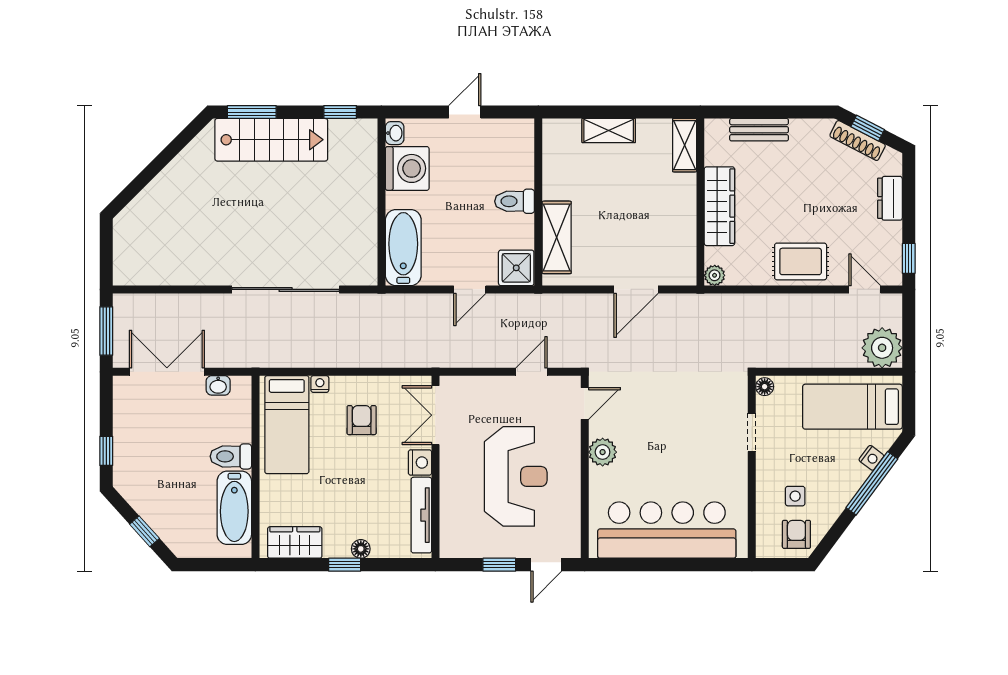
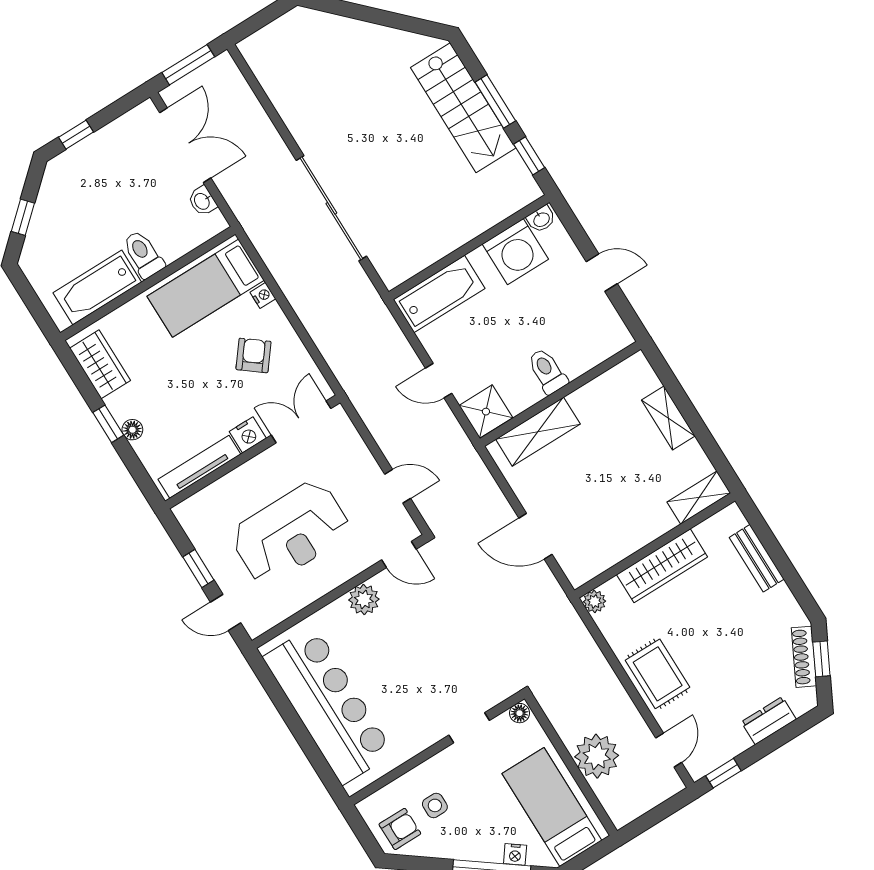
window: (252, 112) -> (495, 102), moved
plant: (882, 348) -> (597, 756), moved
armchair: (362, 420) -> (253, 355), turned -52

